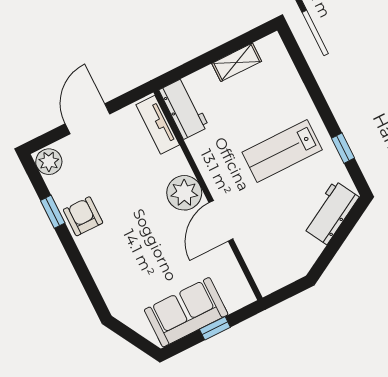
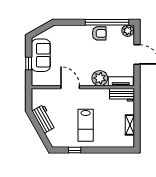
lab bench: (282, 151) -> (86, 125), turned 180
plant: (184, 193) -> (100, 78), moved
window: (53, 212) -> (107, 22), width x3.17
workbench: (331, 213) -> (44, 119), moved

